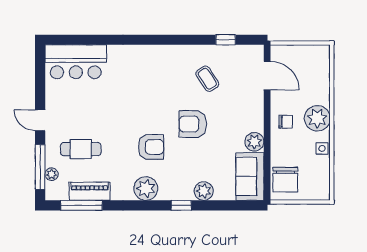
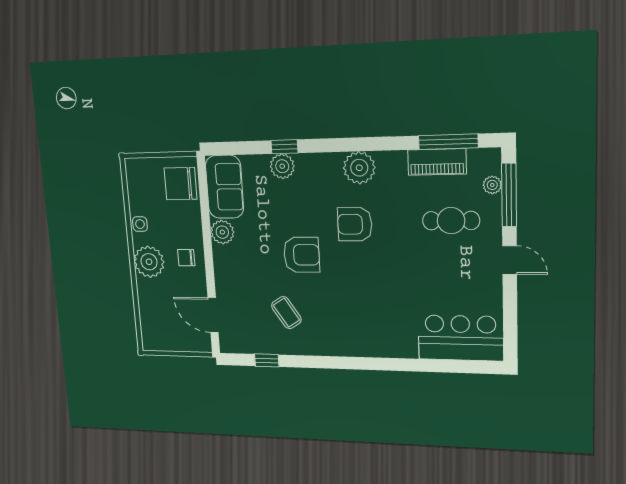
chair: (285, 180) -> (180, 184), turned -90
window: (181, 205) -> (284, 147), moved

